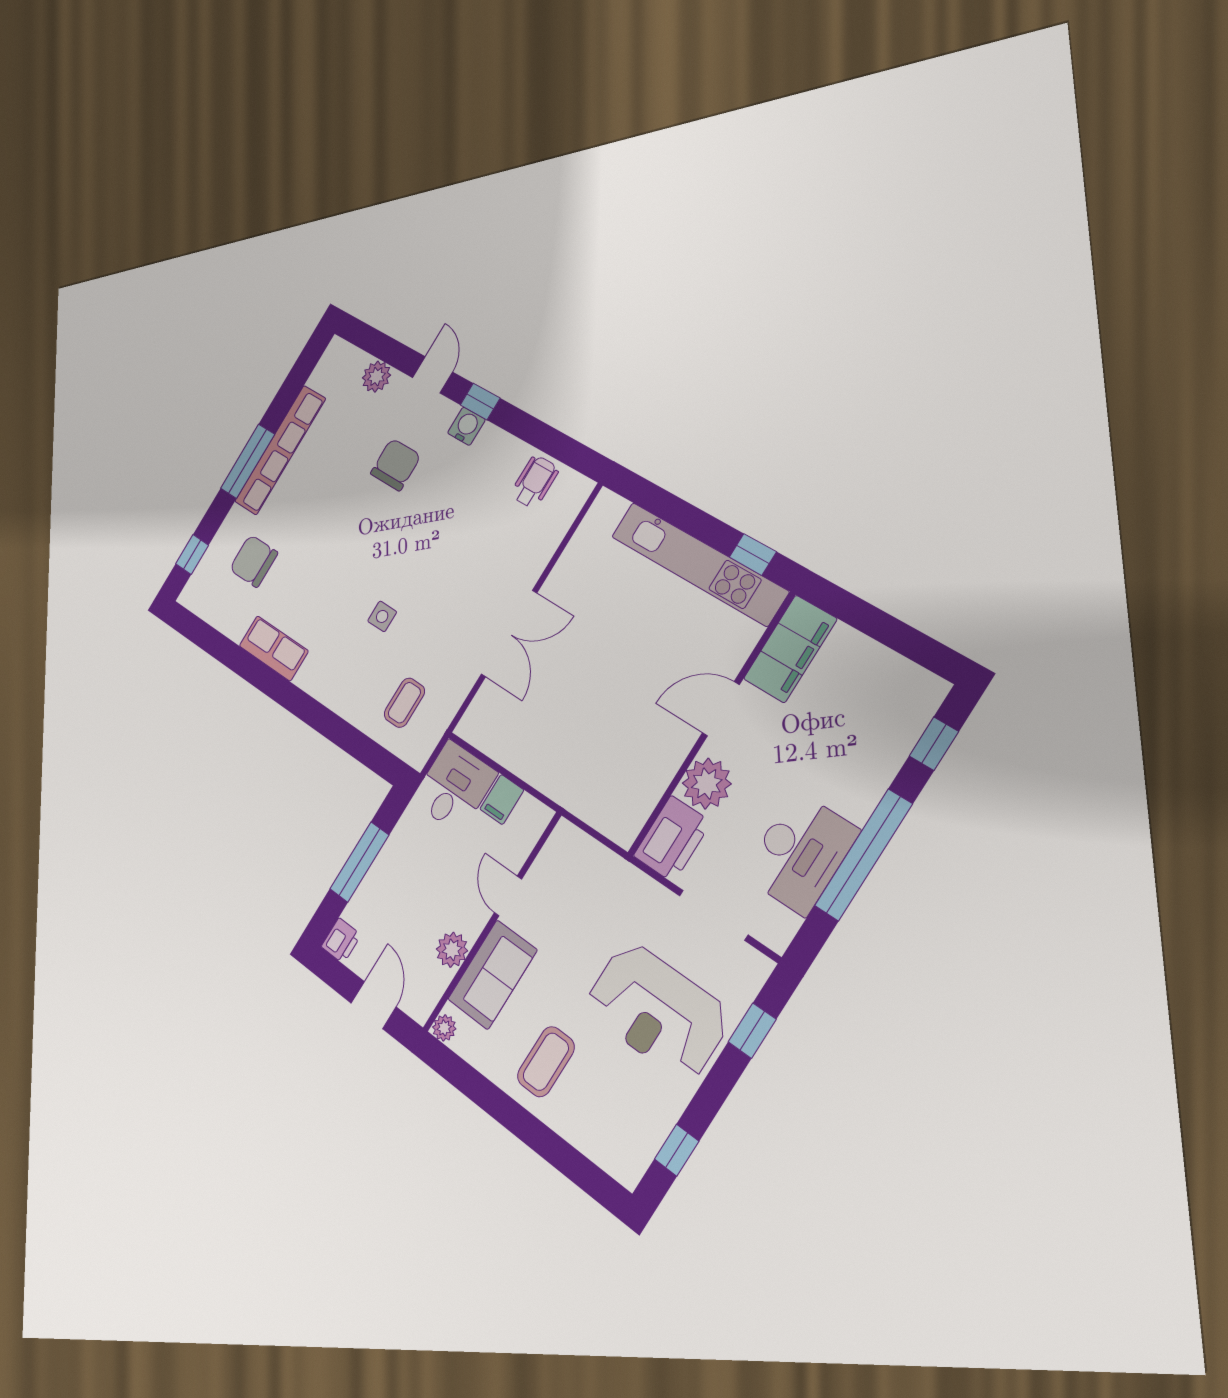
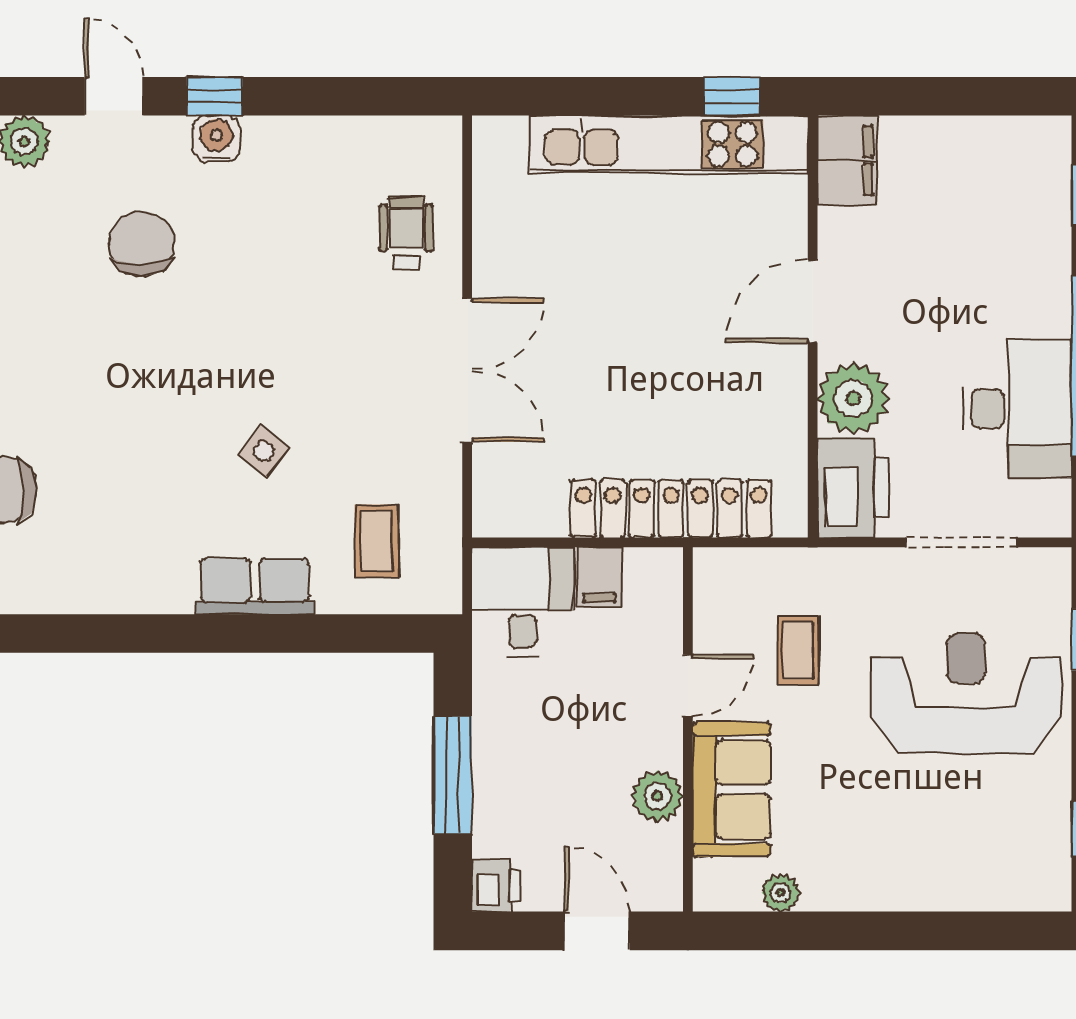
wheelchair: (535, 482) -> (406, 234), moved
side table: (382, 616) -> (264, 451), turned 38
row of seats: (274, 648) -> (255, 586), moved
filing cabinet: (790, 649) -> (847, 160), width x0.67, depth x0.86
locker: (564, 784) -> (671, 509), added
door: (508, 896) -> (688, 685), swing flipped
reception desk: (657, 1011) -> (966, 693), turned 180
plant: (444, 1028) -> (781, 893), moved
coffee table: (546, 1062) -> (798, 650), moved, width x0.73, depth x0.77

